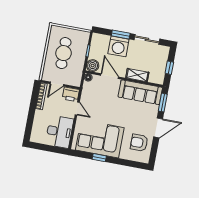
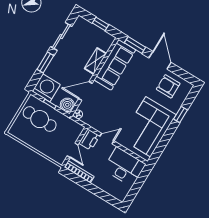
washing machine: (118, 46) -> (46, 88), moved, turned -90
cafe table: (64, 53) -> (40, 119), moved
armchair: (139, 143) -> (168, 86), turned 90
window: (99, 158) -> (180, 114), moved

